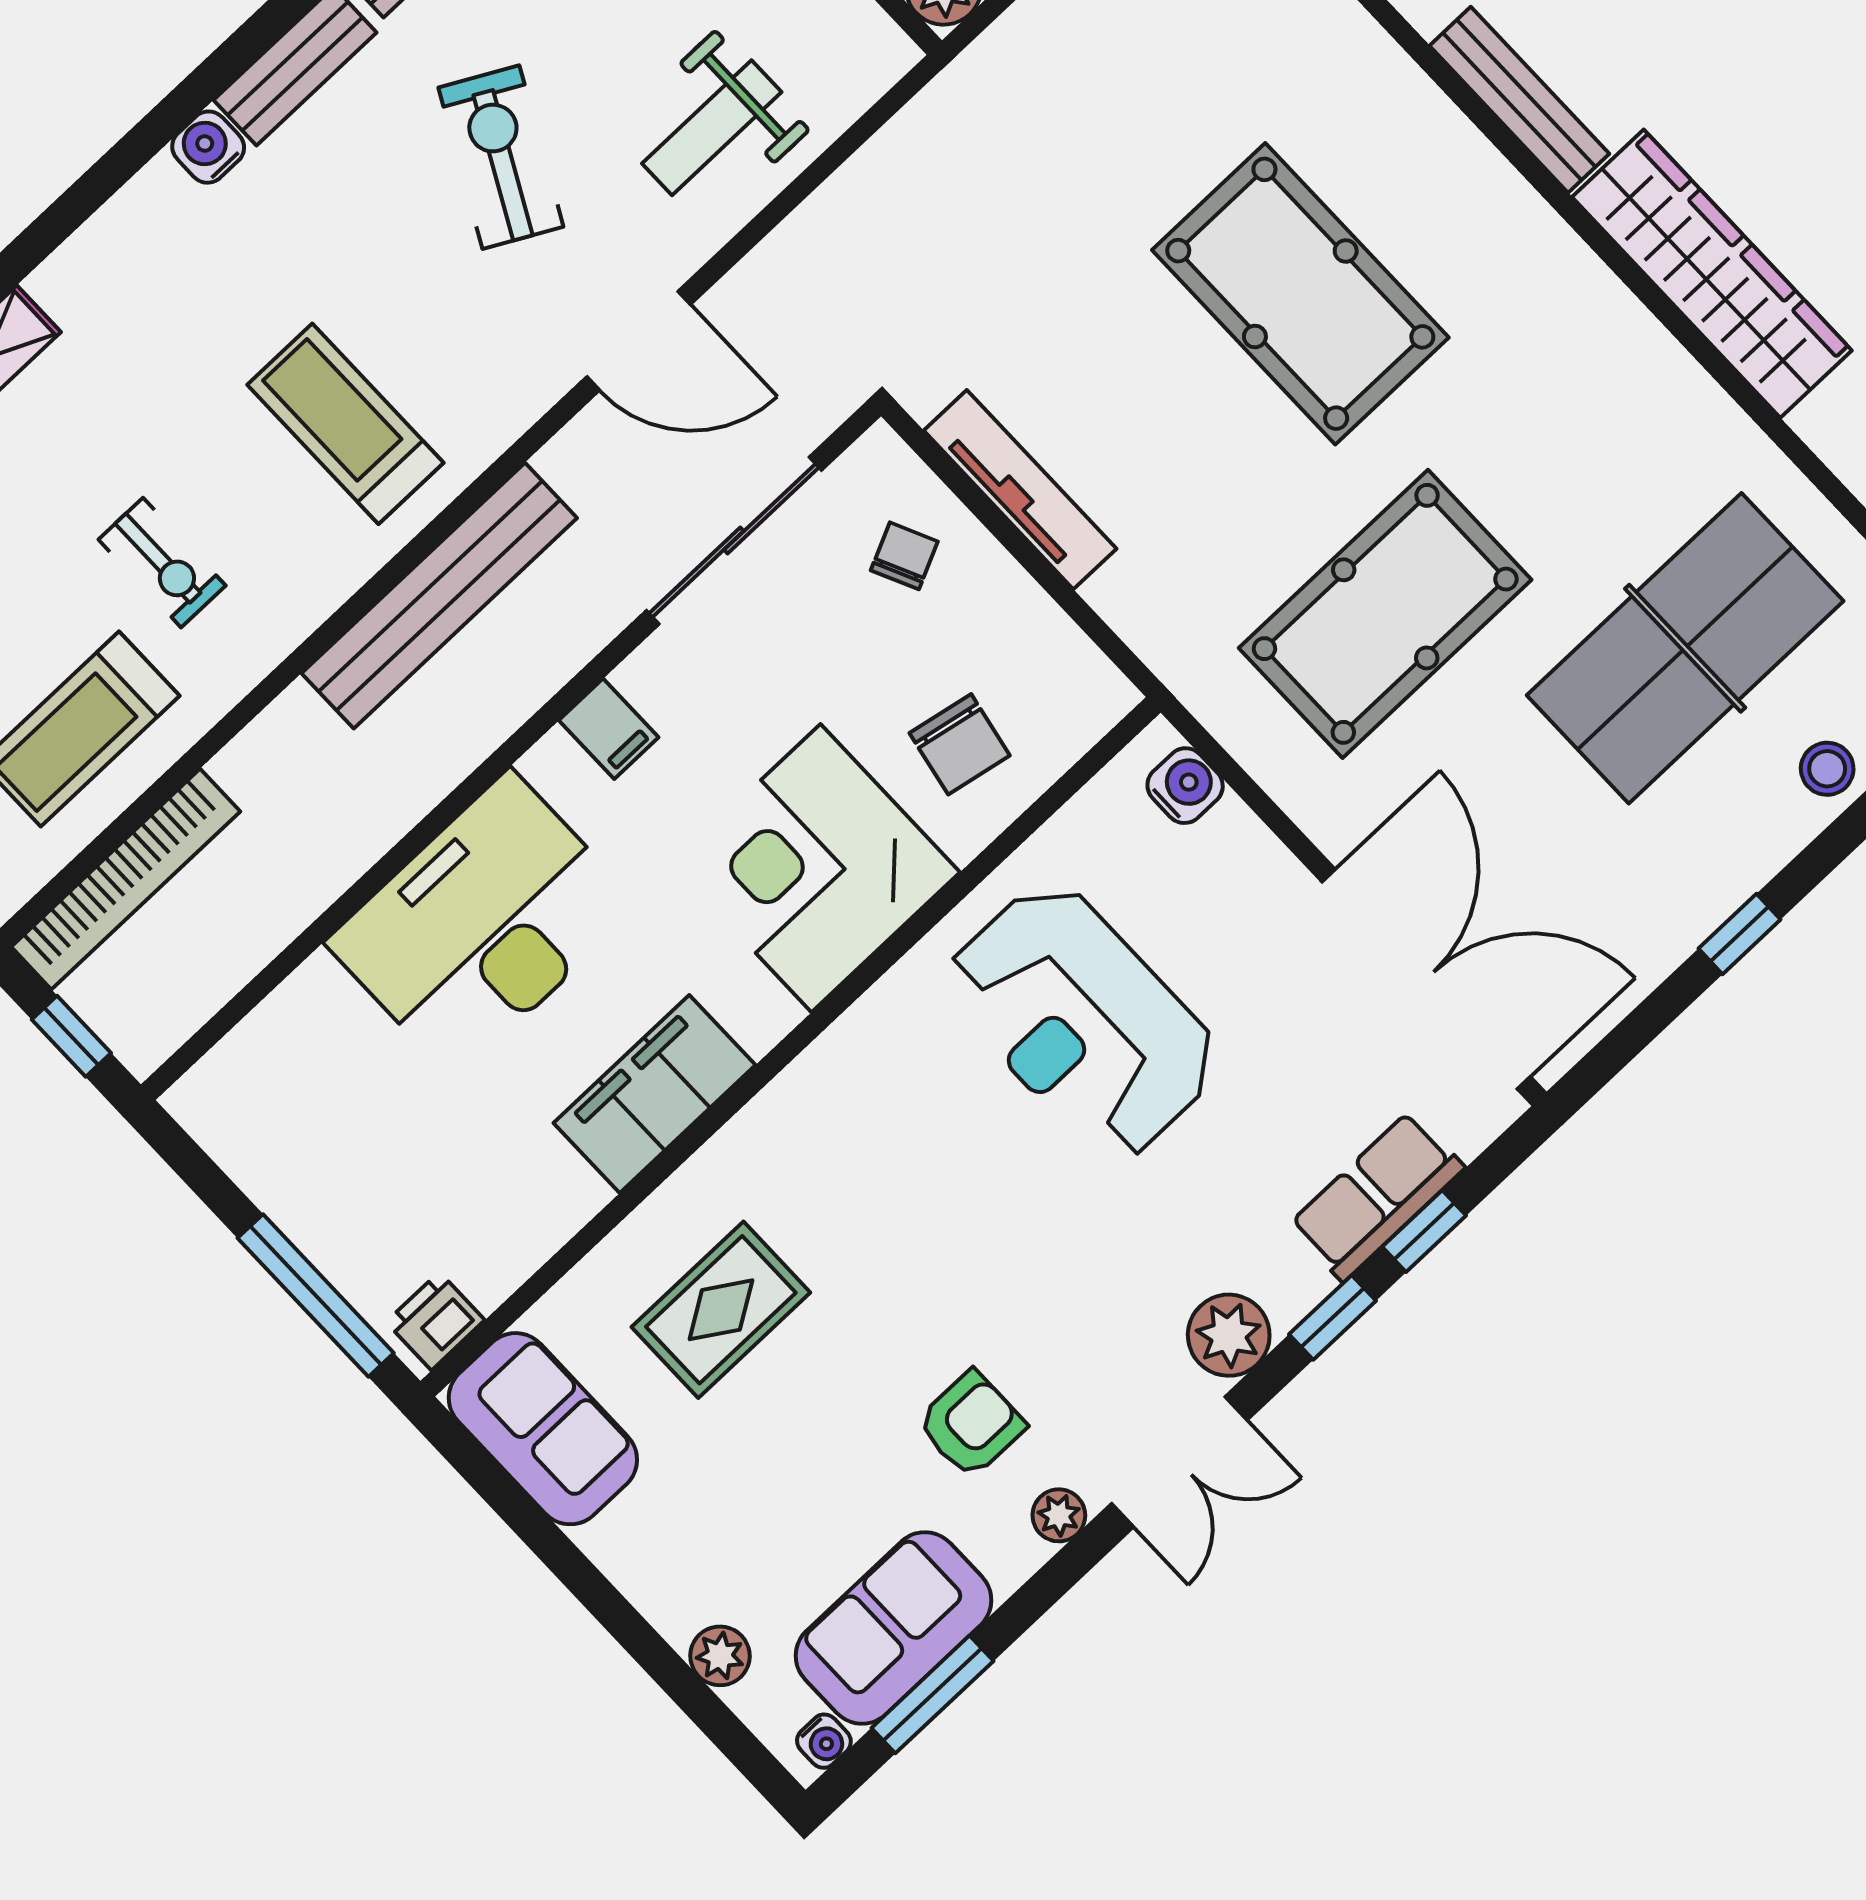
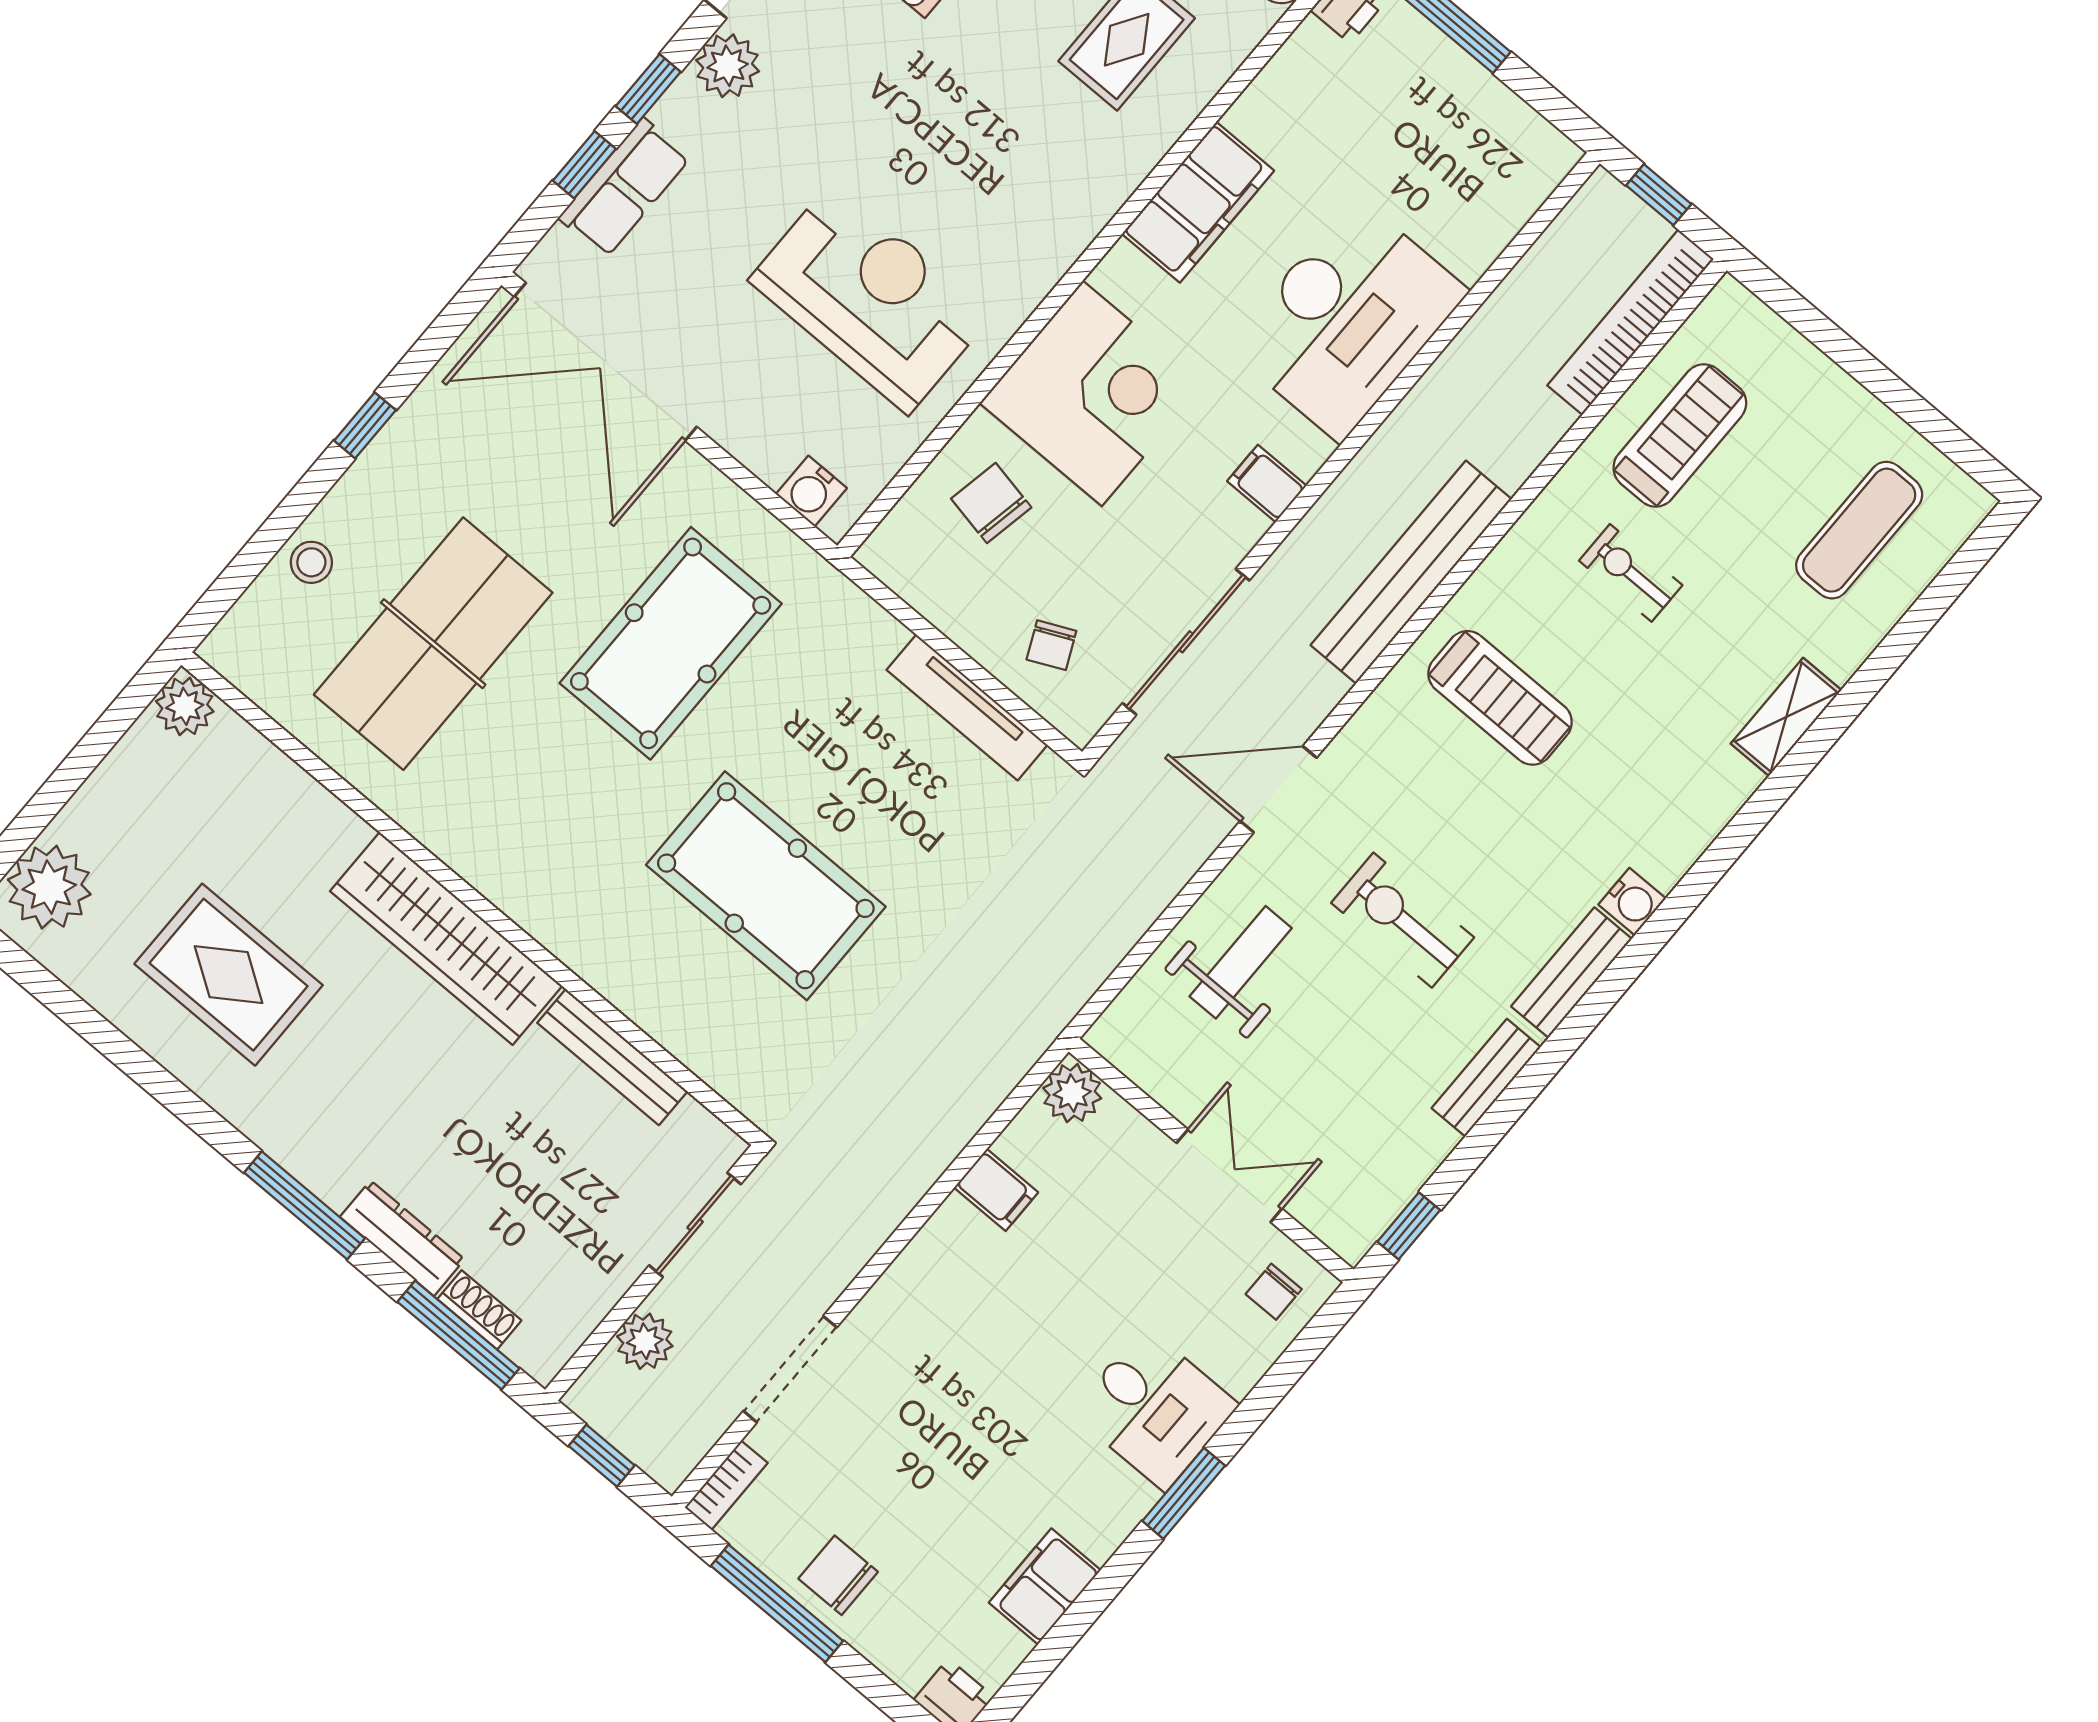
exercise bike: (501, 157) -> (1403, 920), turned 152

